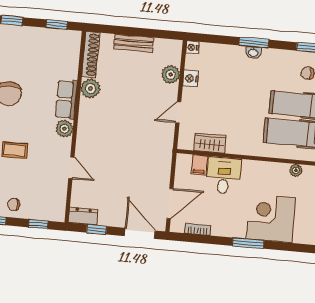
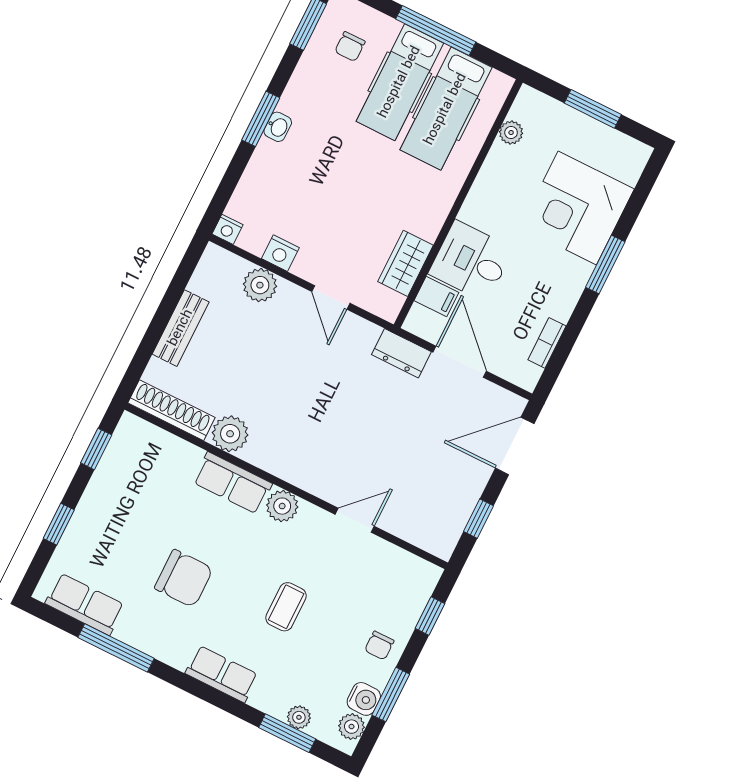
door: (170, 204) -> (460, 362), moved
dresser: (83, 216) -> (401, 353), moved, turned -90

